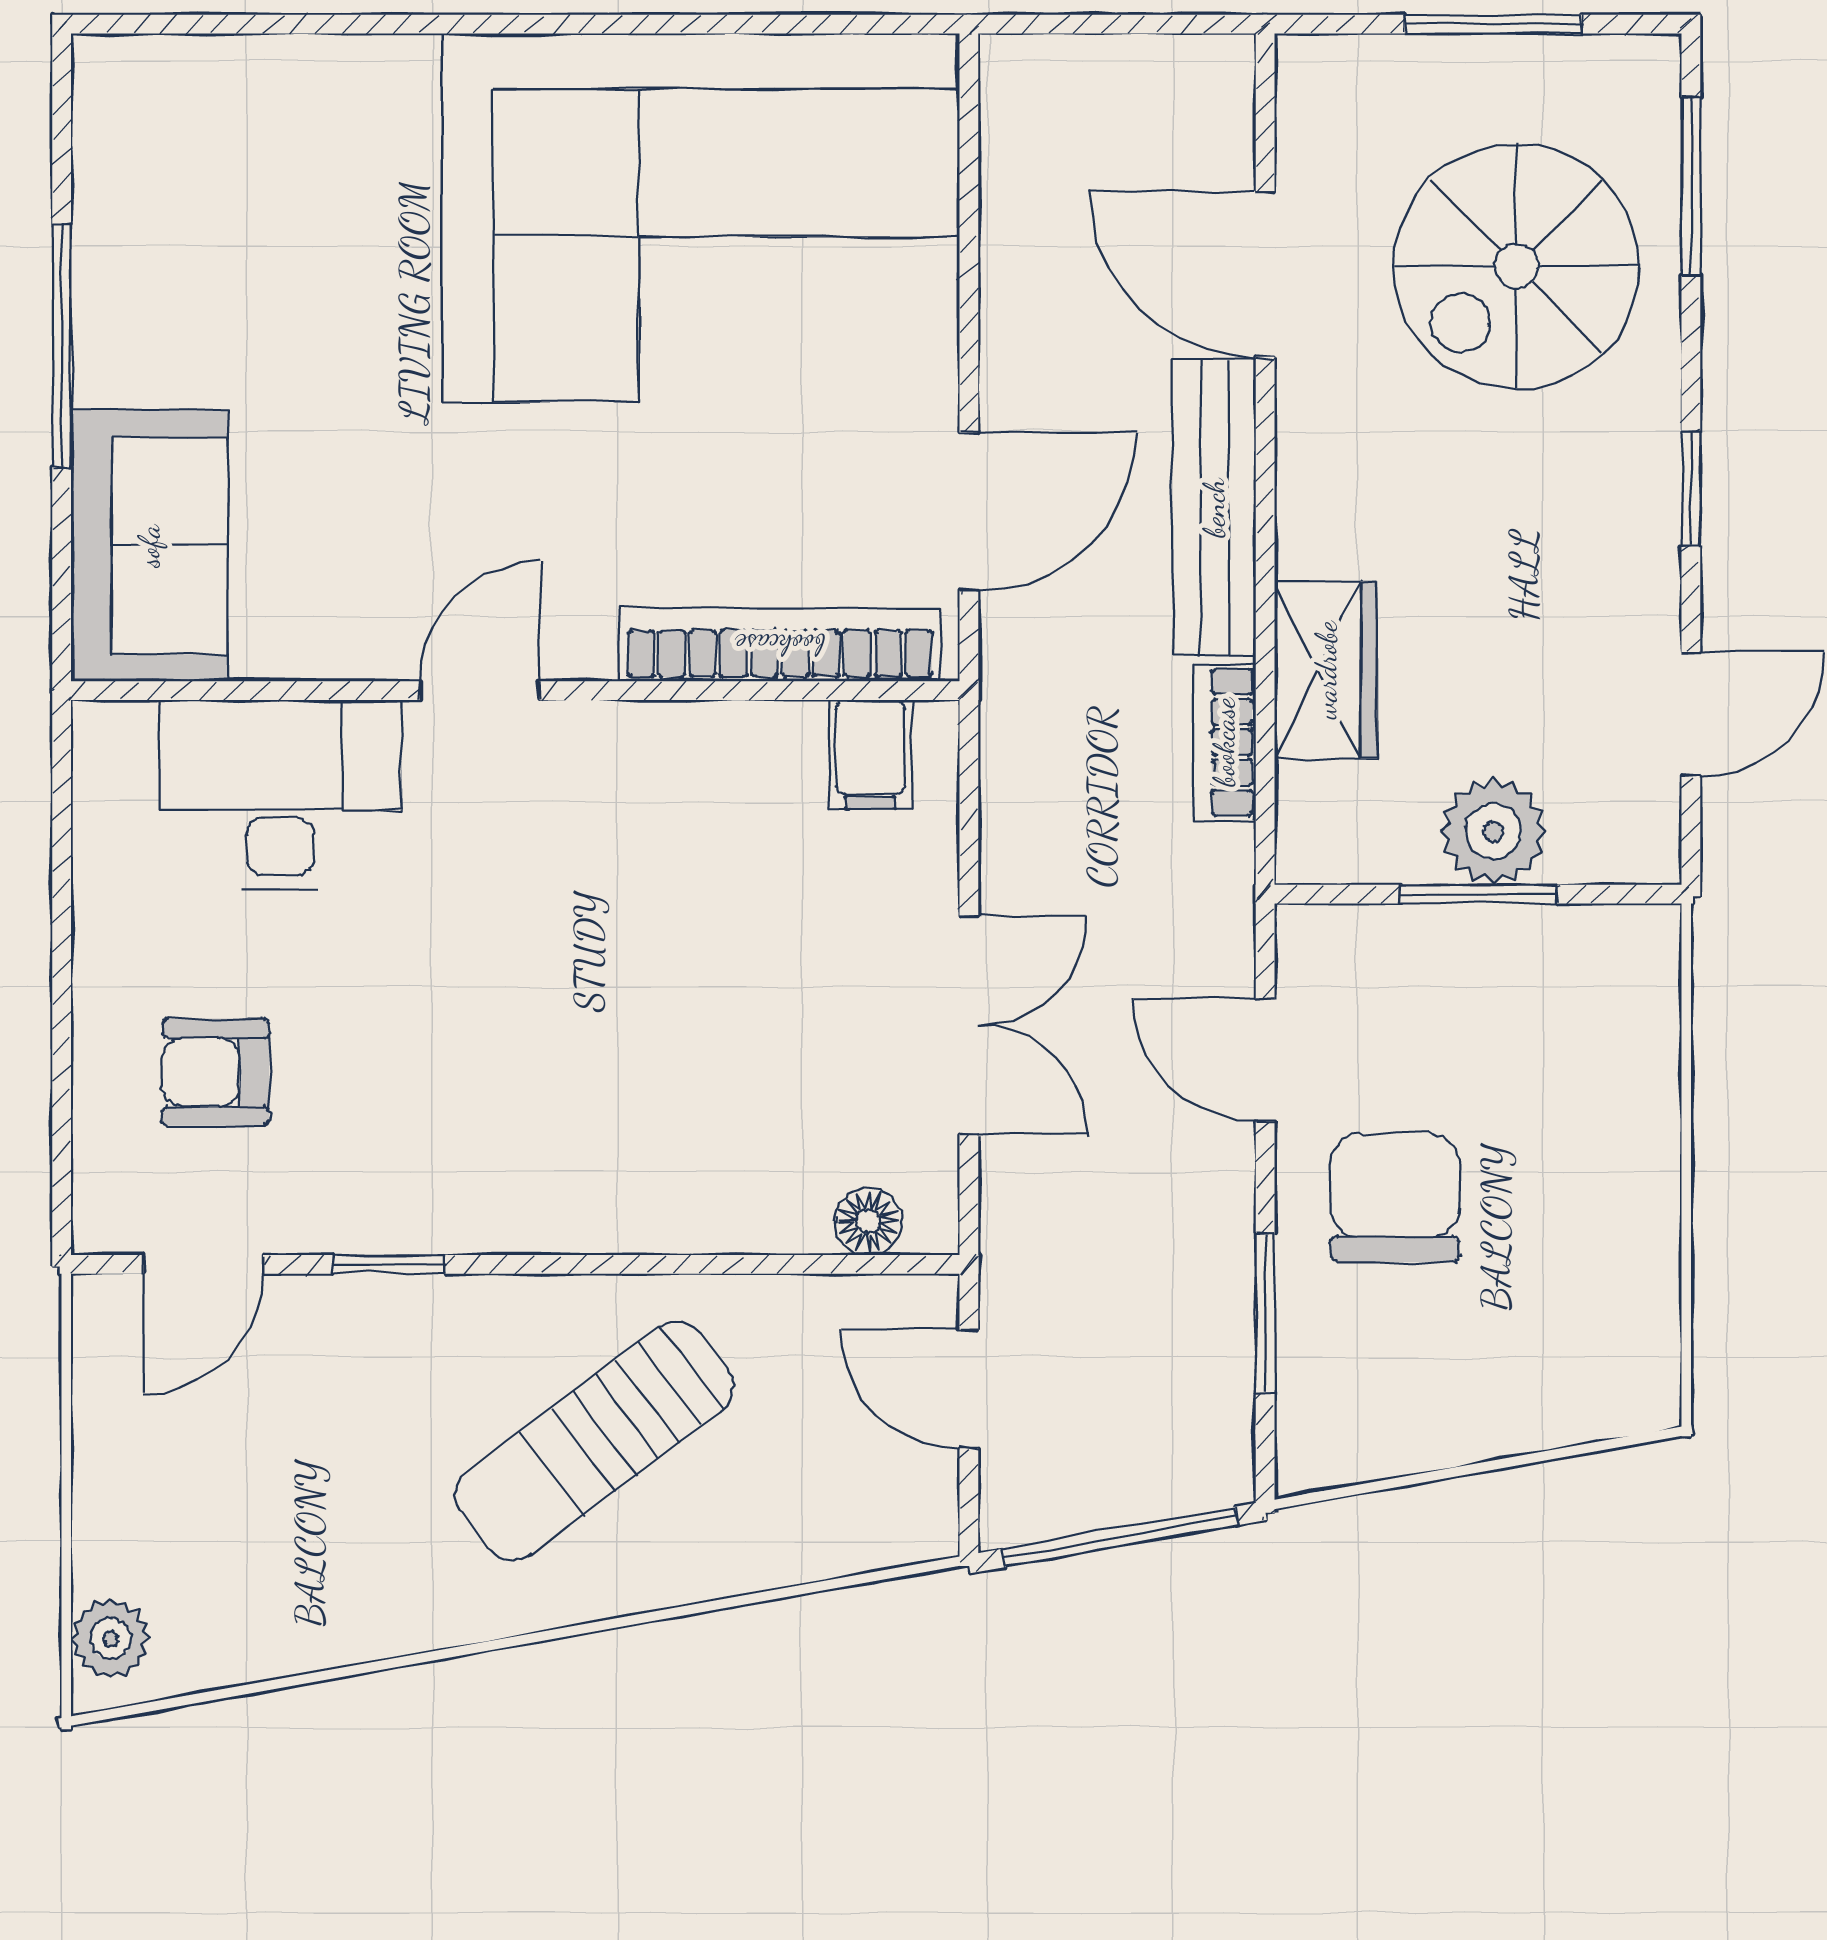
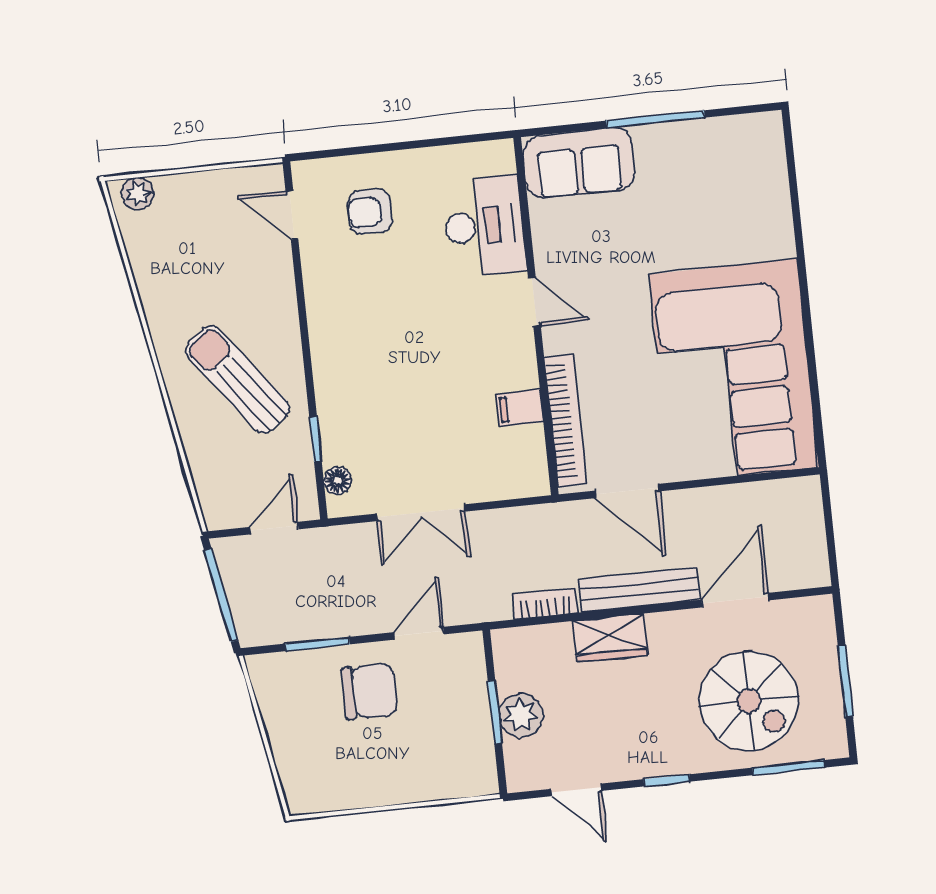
spiral stairs: (1516, 266) -> (749, 701), turned 180
wardrobe: (1326, 670) -> (610, 638), moved
filing cabinet: (870, 755) -> (520, 408), moved
armchair: (216, 1072) -> (370, 212), turned -90
window: (388, 1264) -> (316, 439), moved

